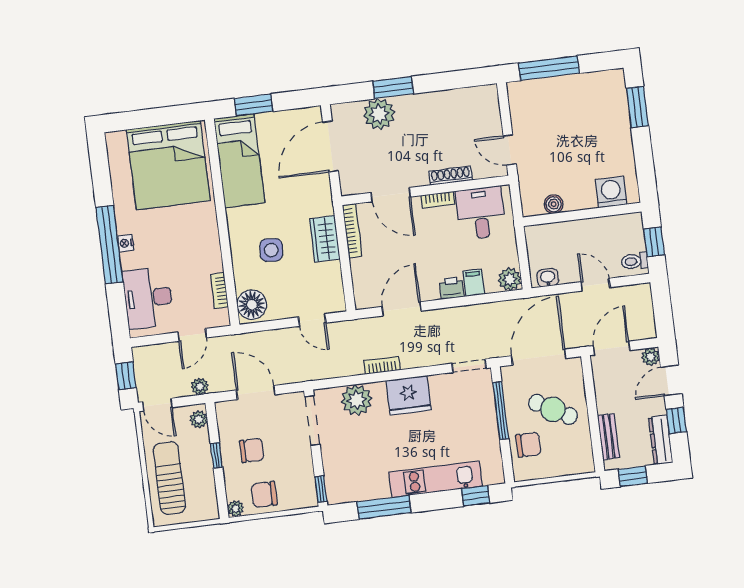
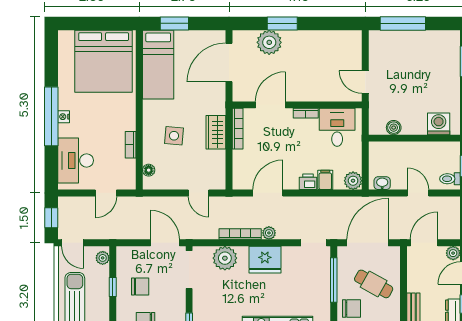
shoe rack: (451, 176) -> (318, 96), removed
door: (391, 195) -> (270, 105), swing flipped
bookcase: (219, 291) -> (131, 145), moved
floor lamp: (252, 305) -> (149, 170), width x0.53, depth x0.53
bookcase: (382, 365) -> (240, 234), width x1.56
plant: (200, 386) -> (269, 233), moved
door: (256, 392) -> (165, 243), moved

